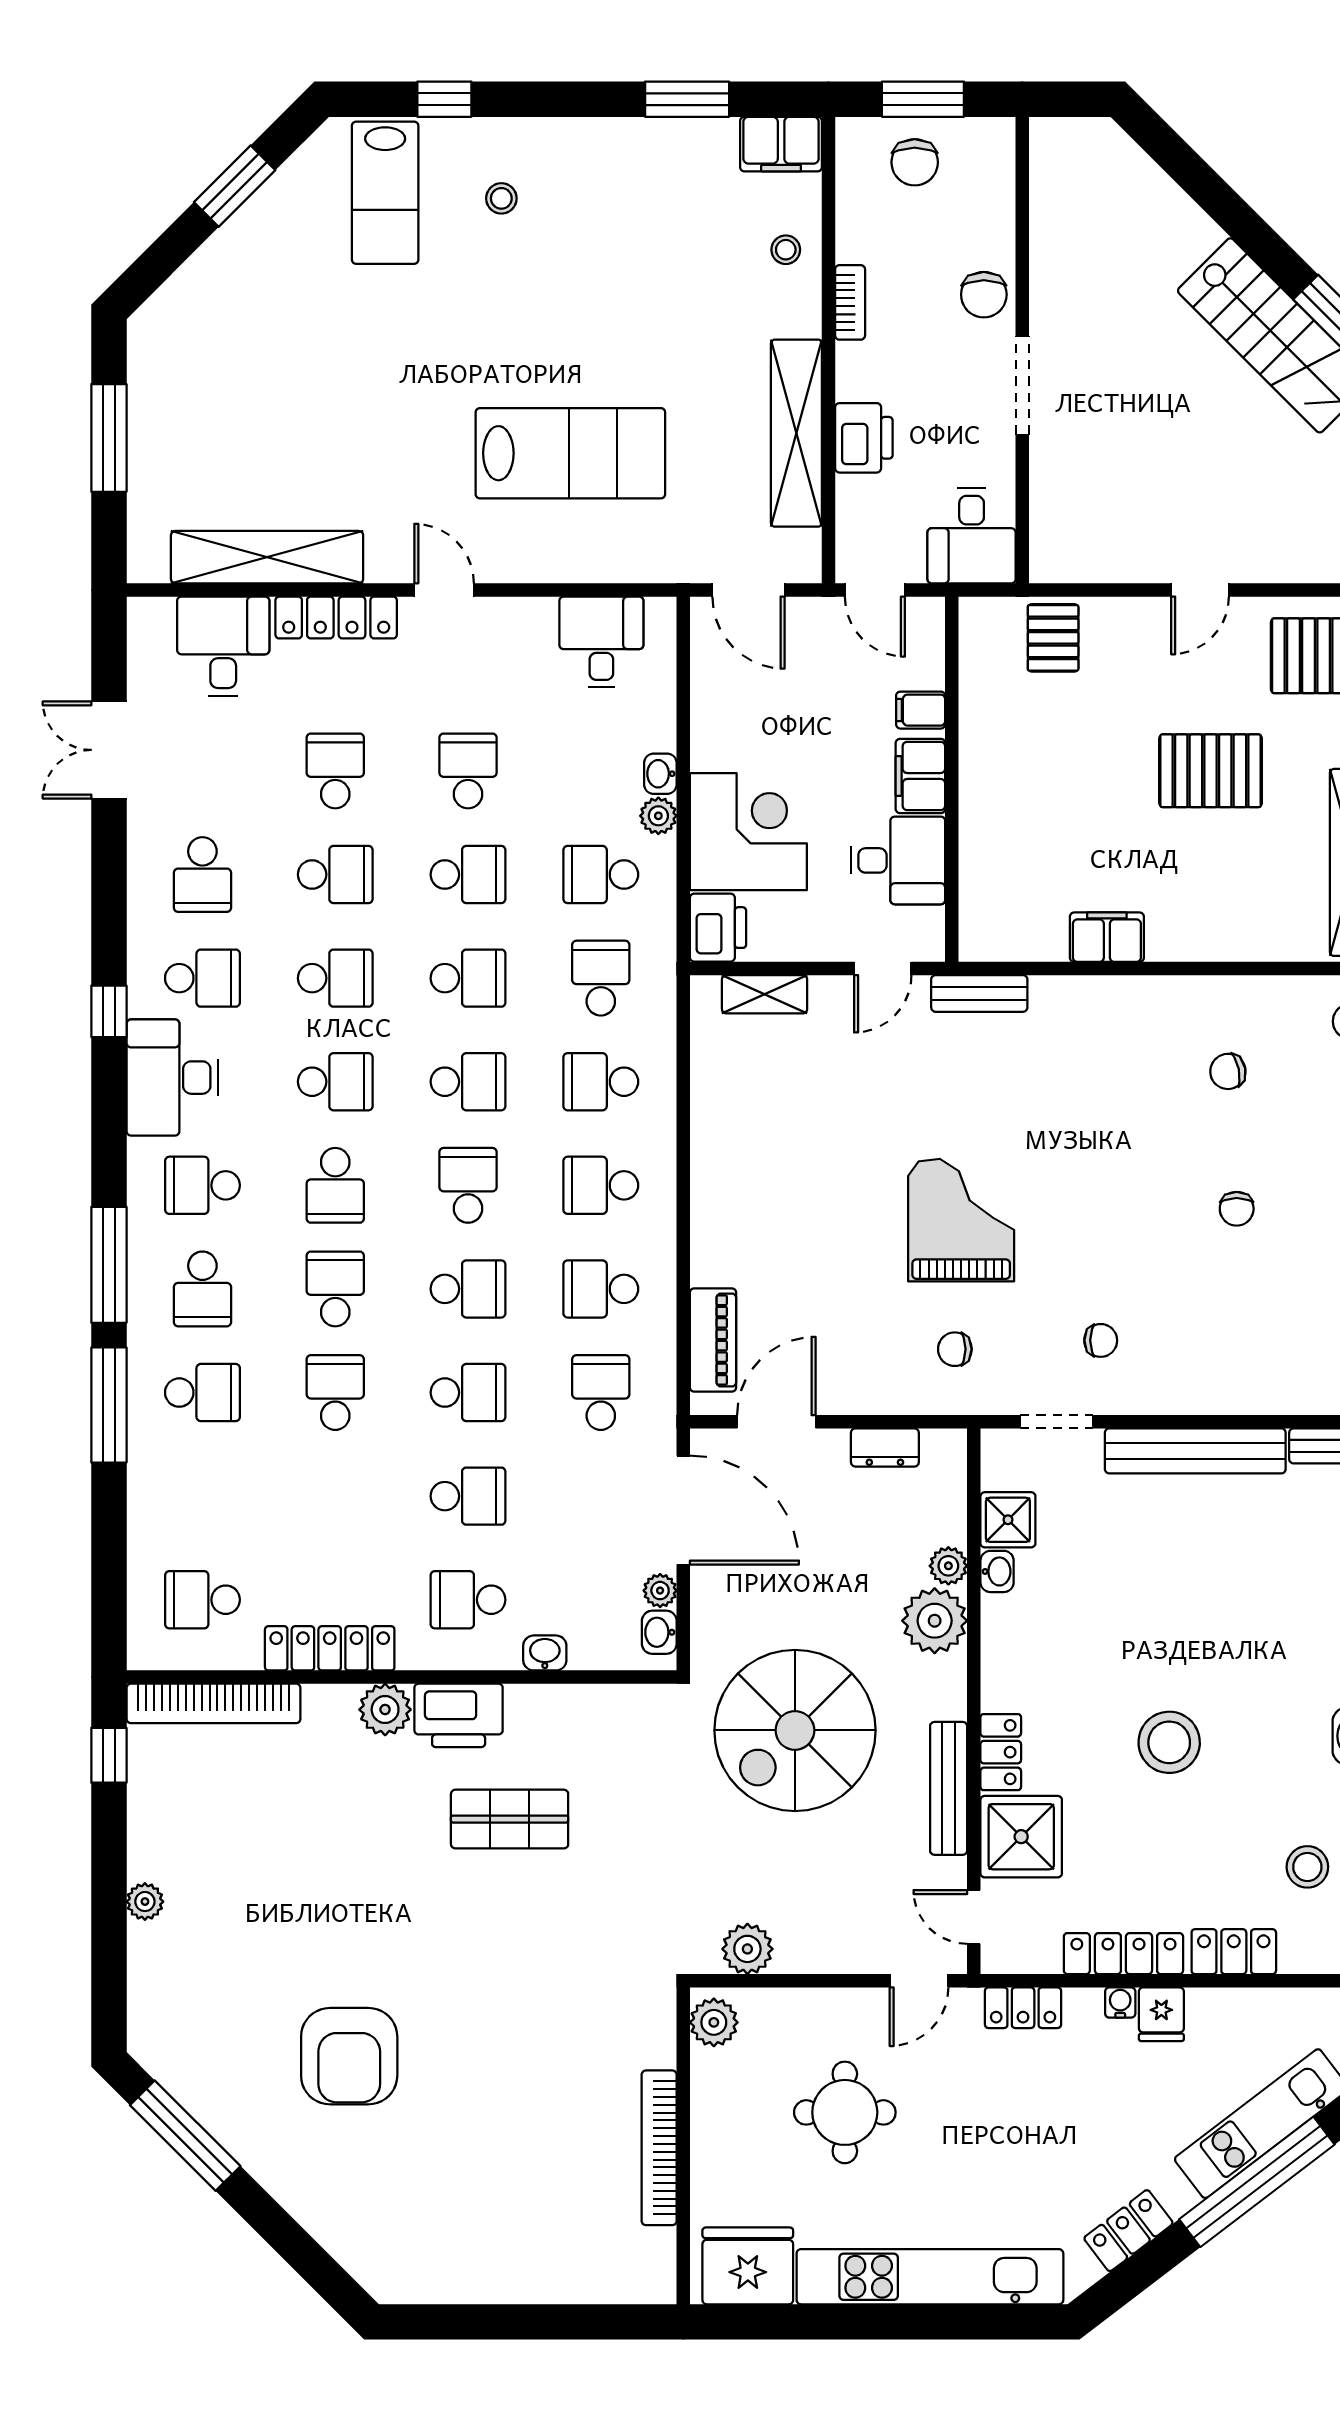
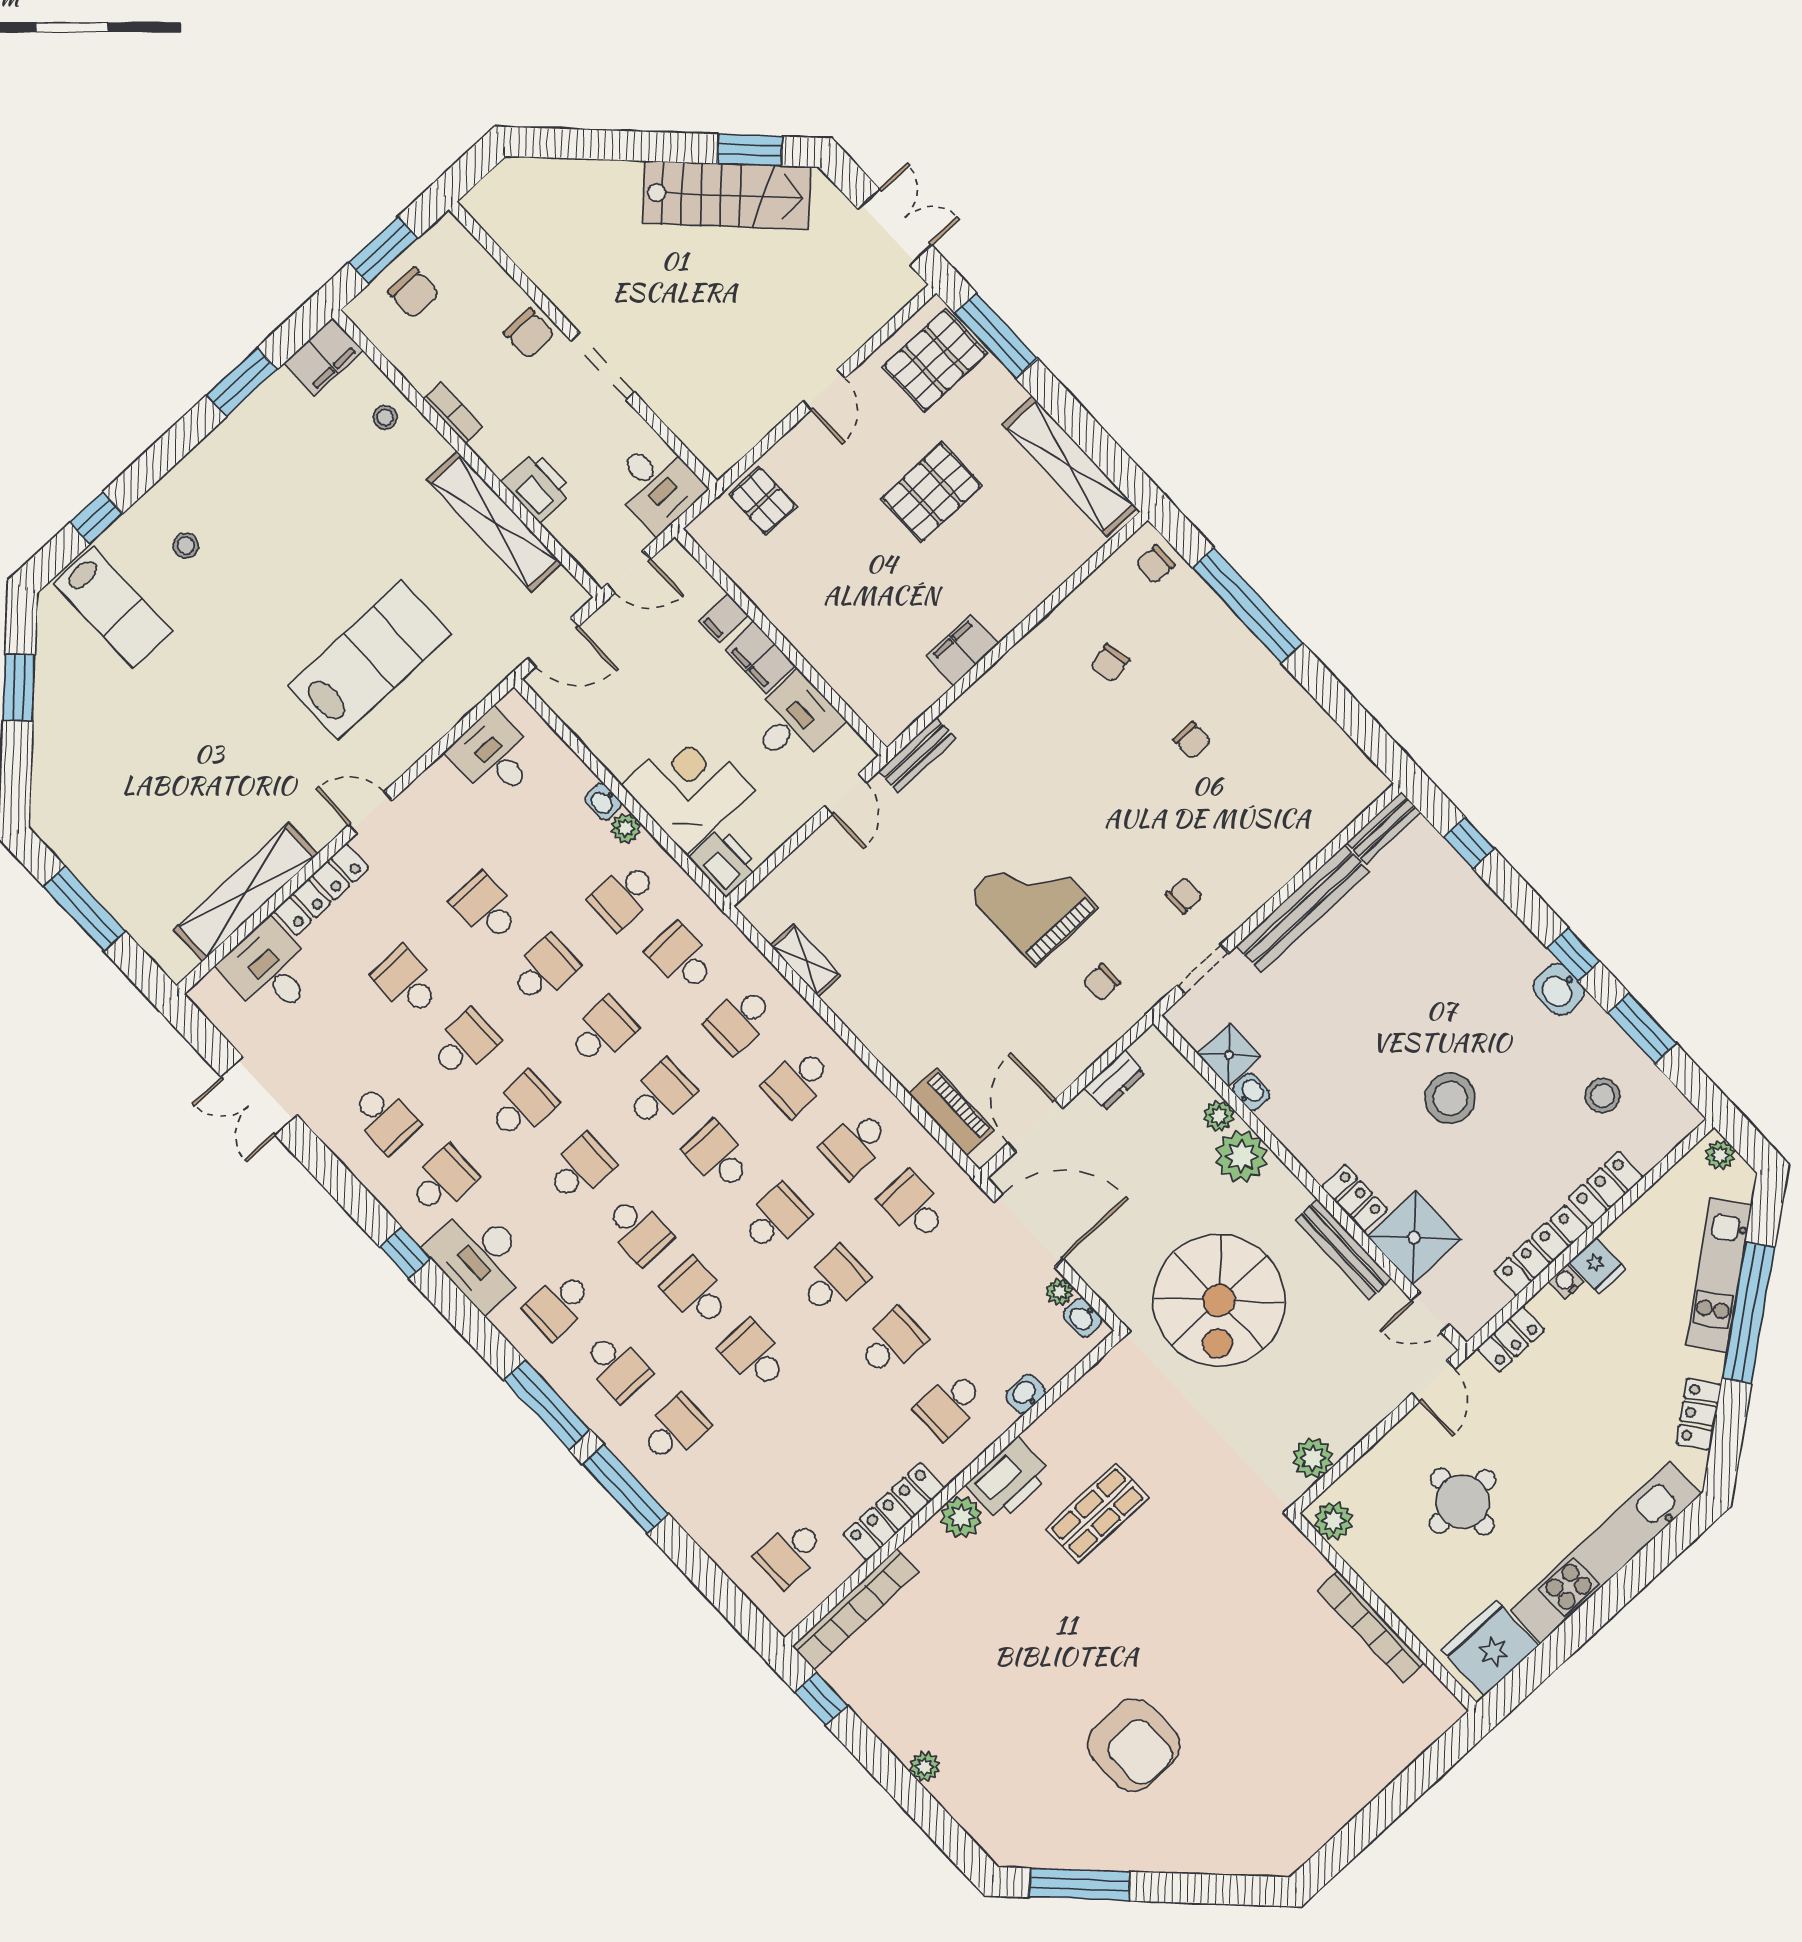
shelving: (765, 994) -> (805, 960), moved, turned 90

